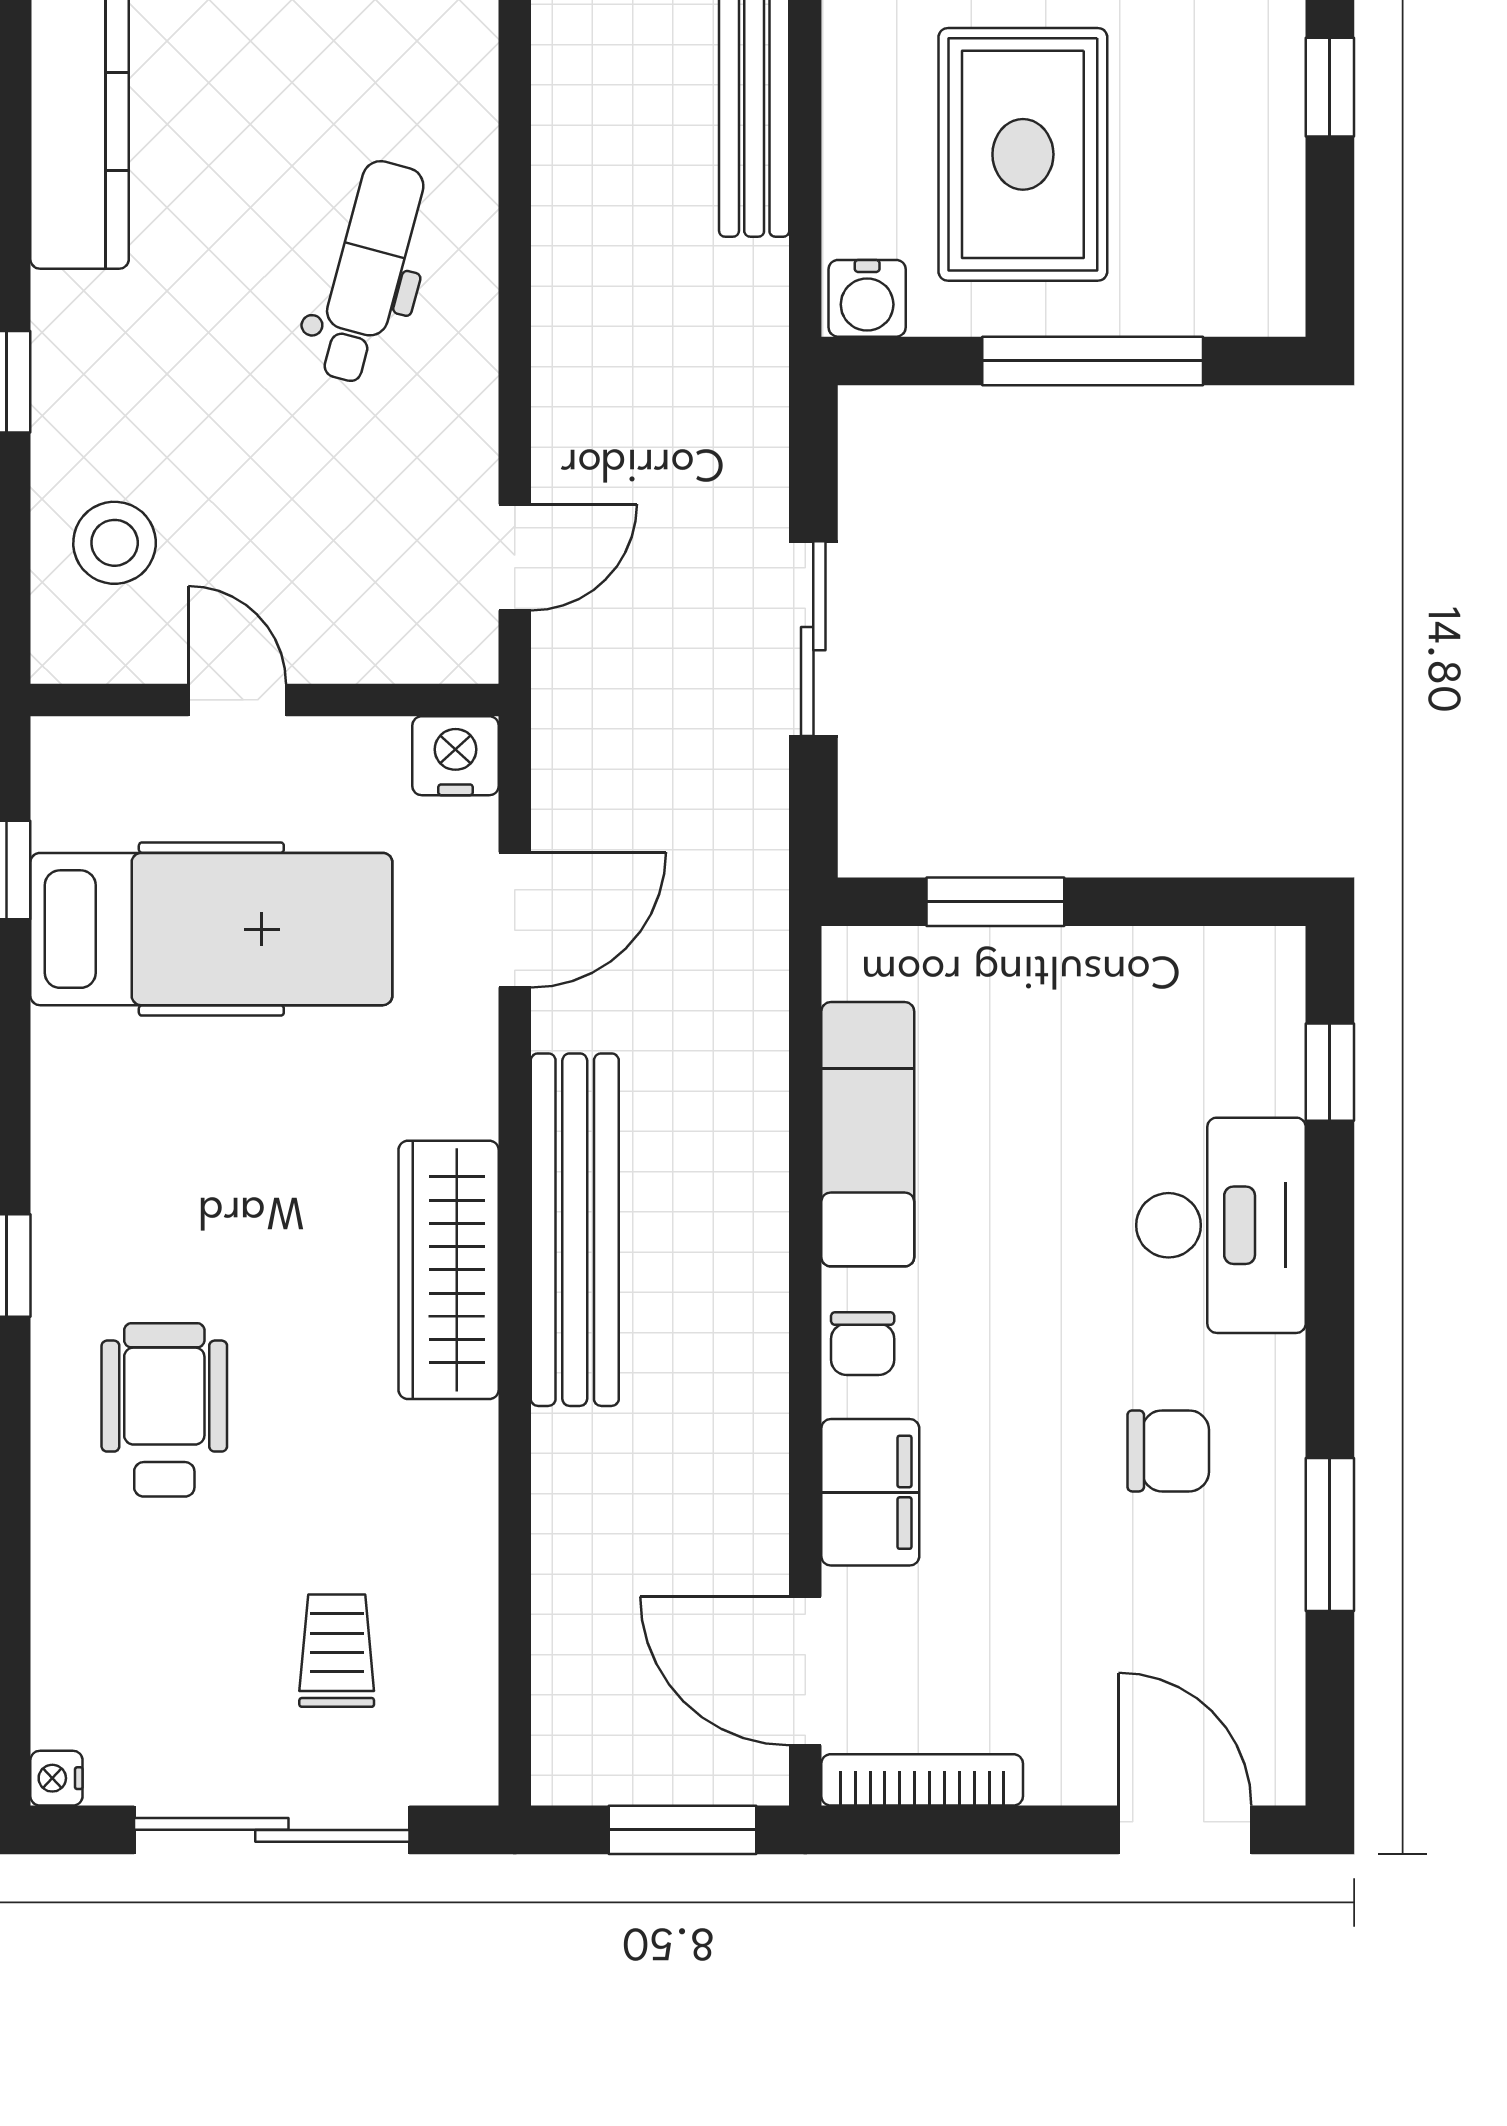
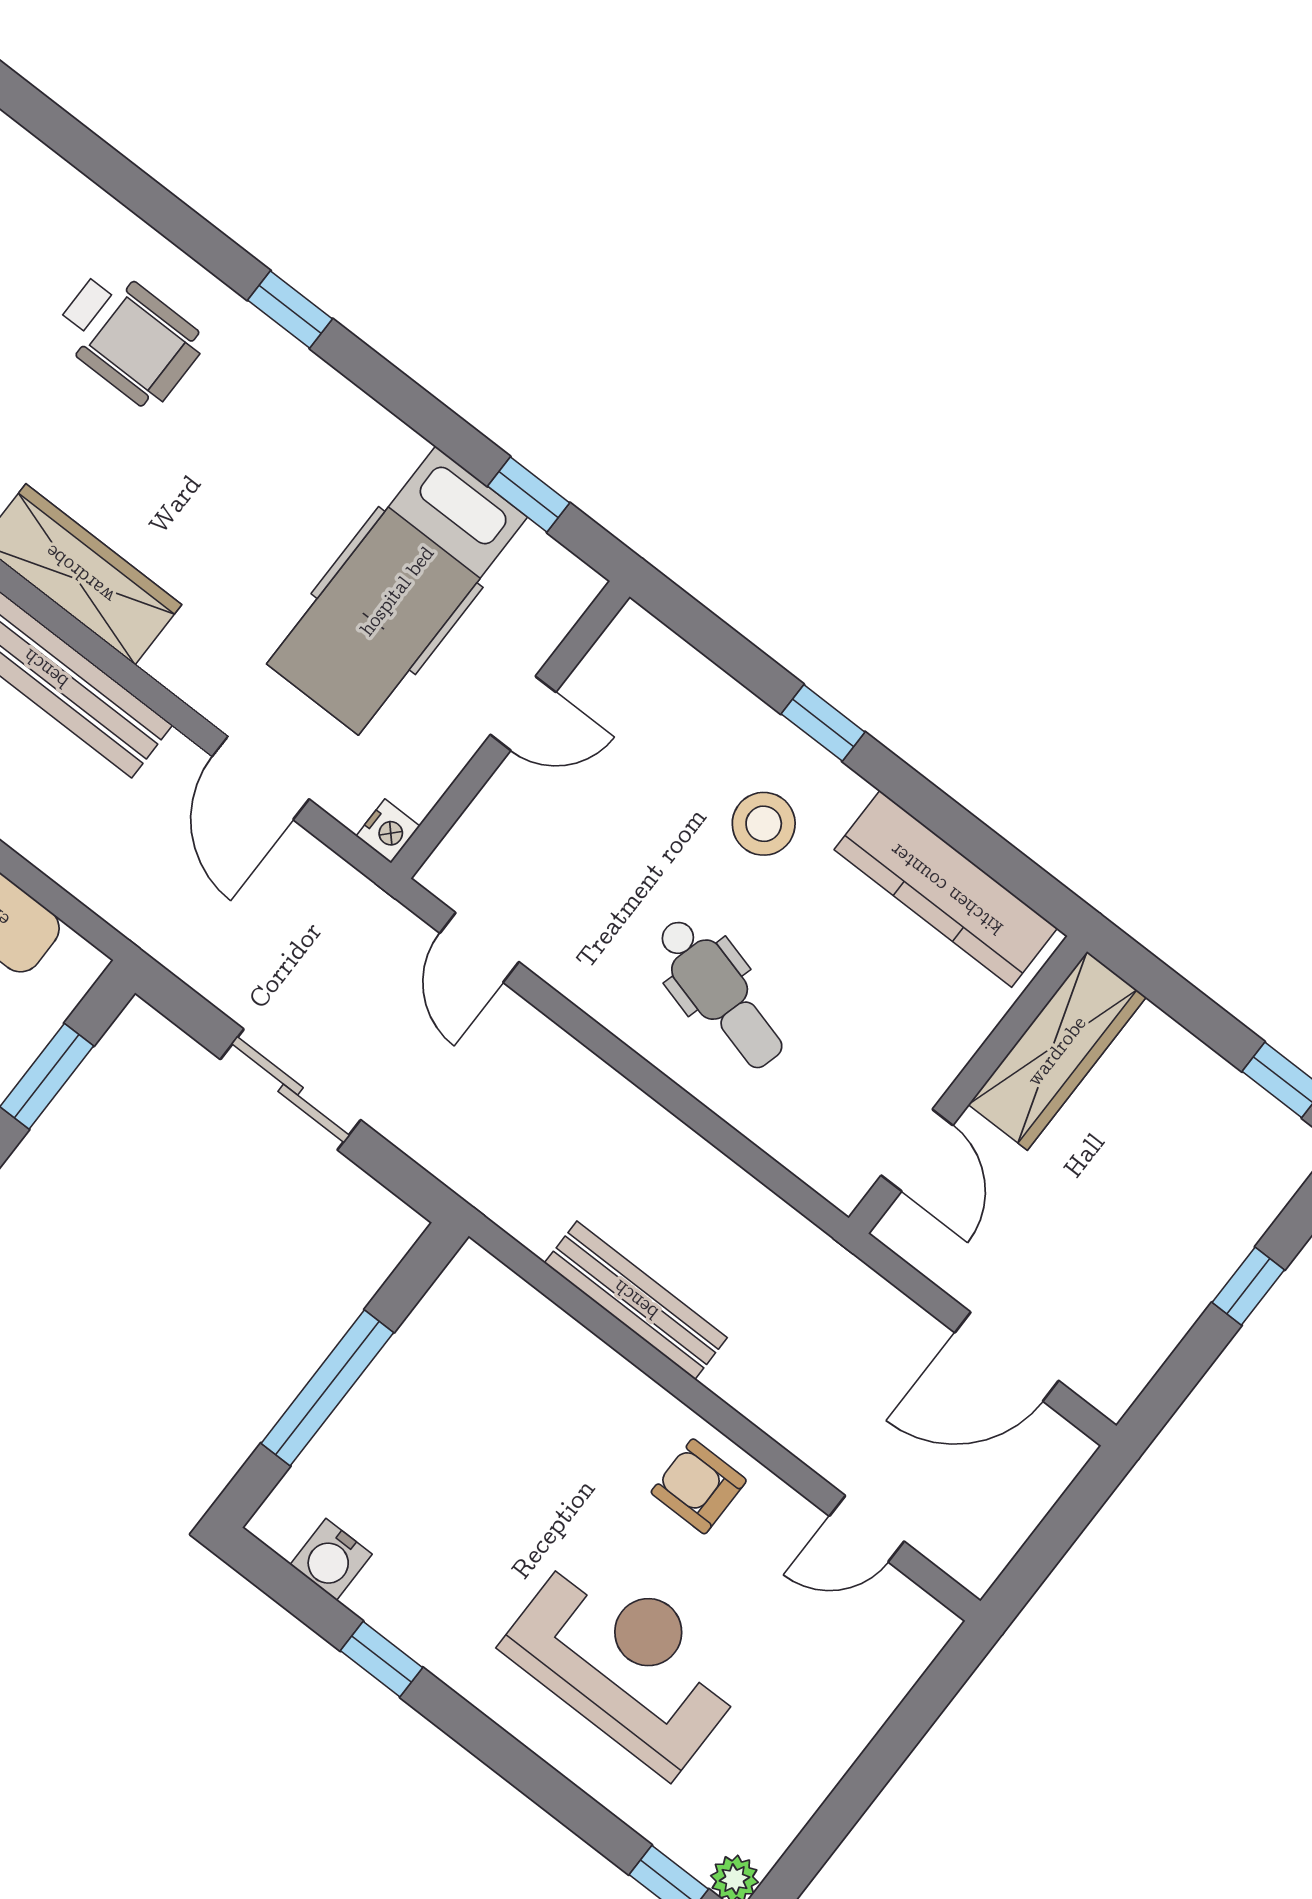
rug: (1023, 154) -> (485, 1442), removed
water cooler: (867, 298) -> (331, 1559), moved, turned -90
stool: (115, 543) -> (764, 824), moved
nightstand: (456, 756) -> (388, 831), width x0.72, depth x0.74

